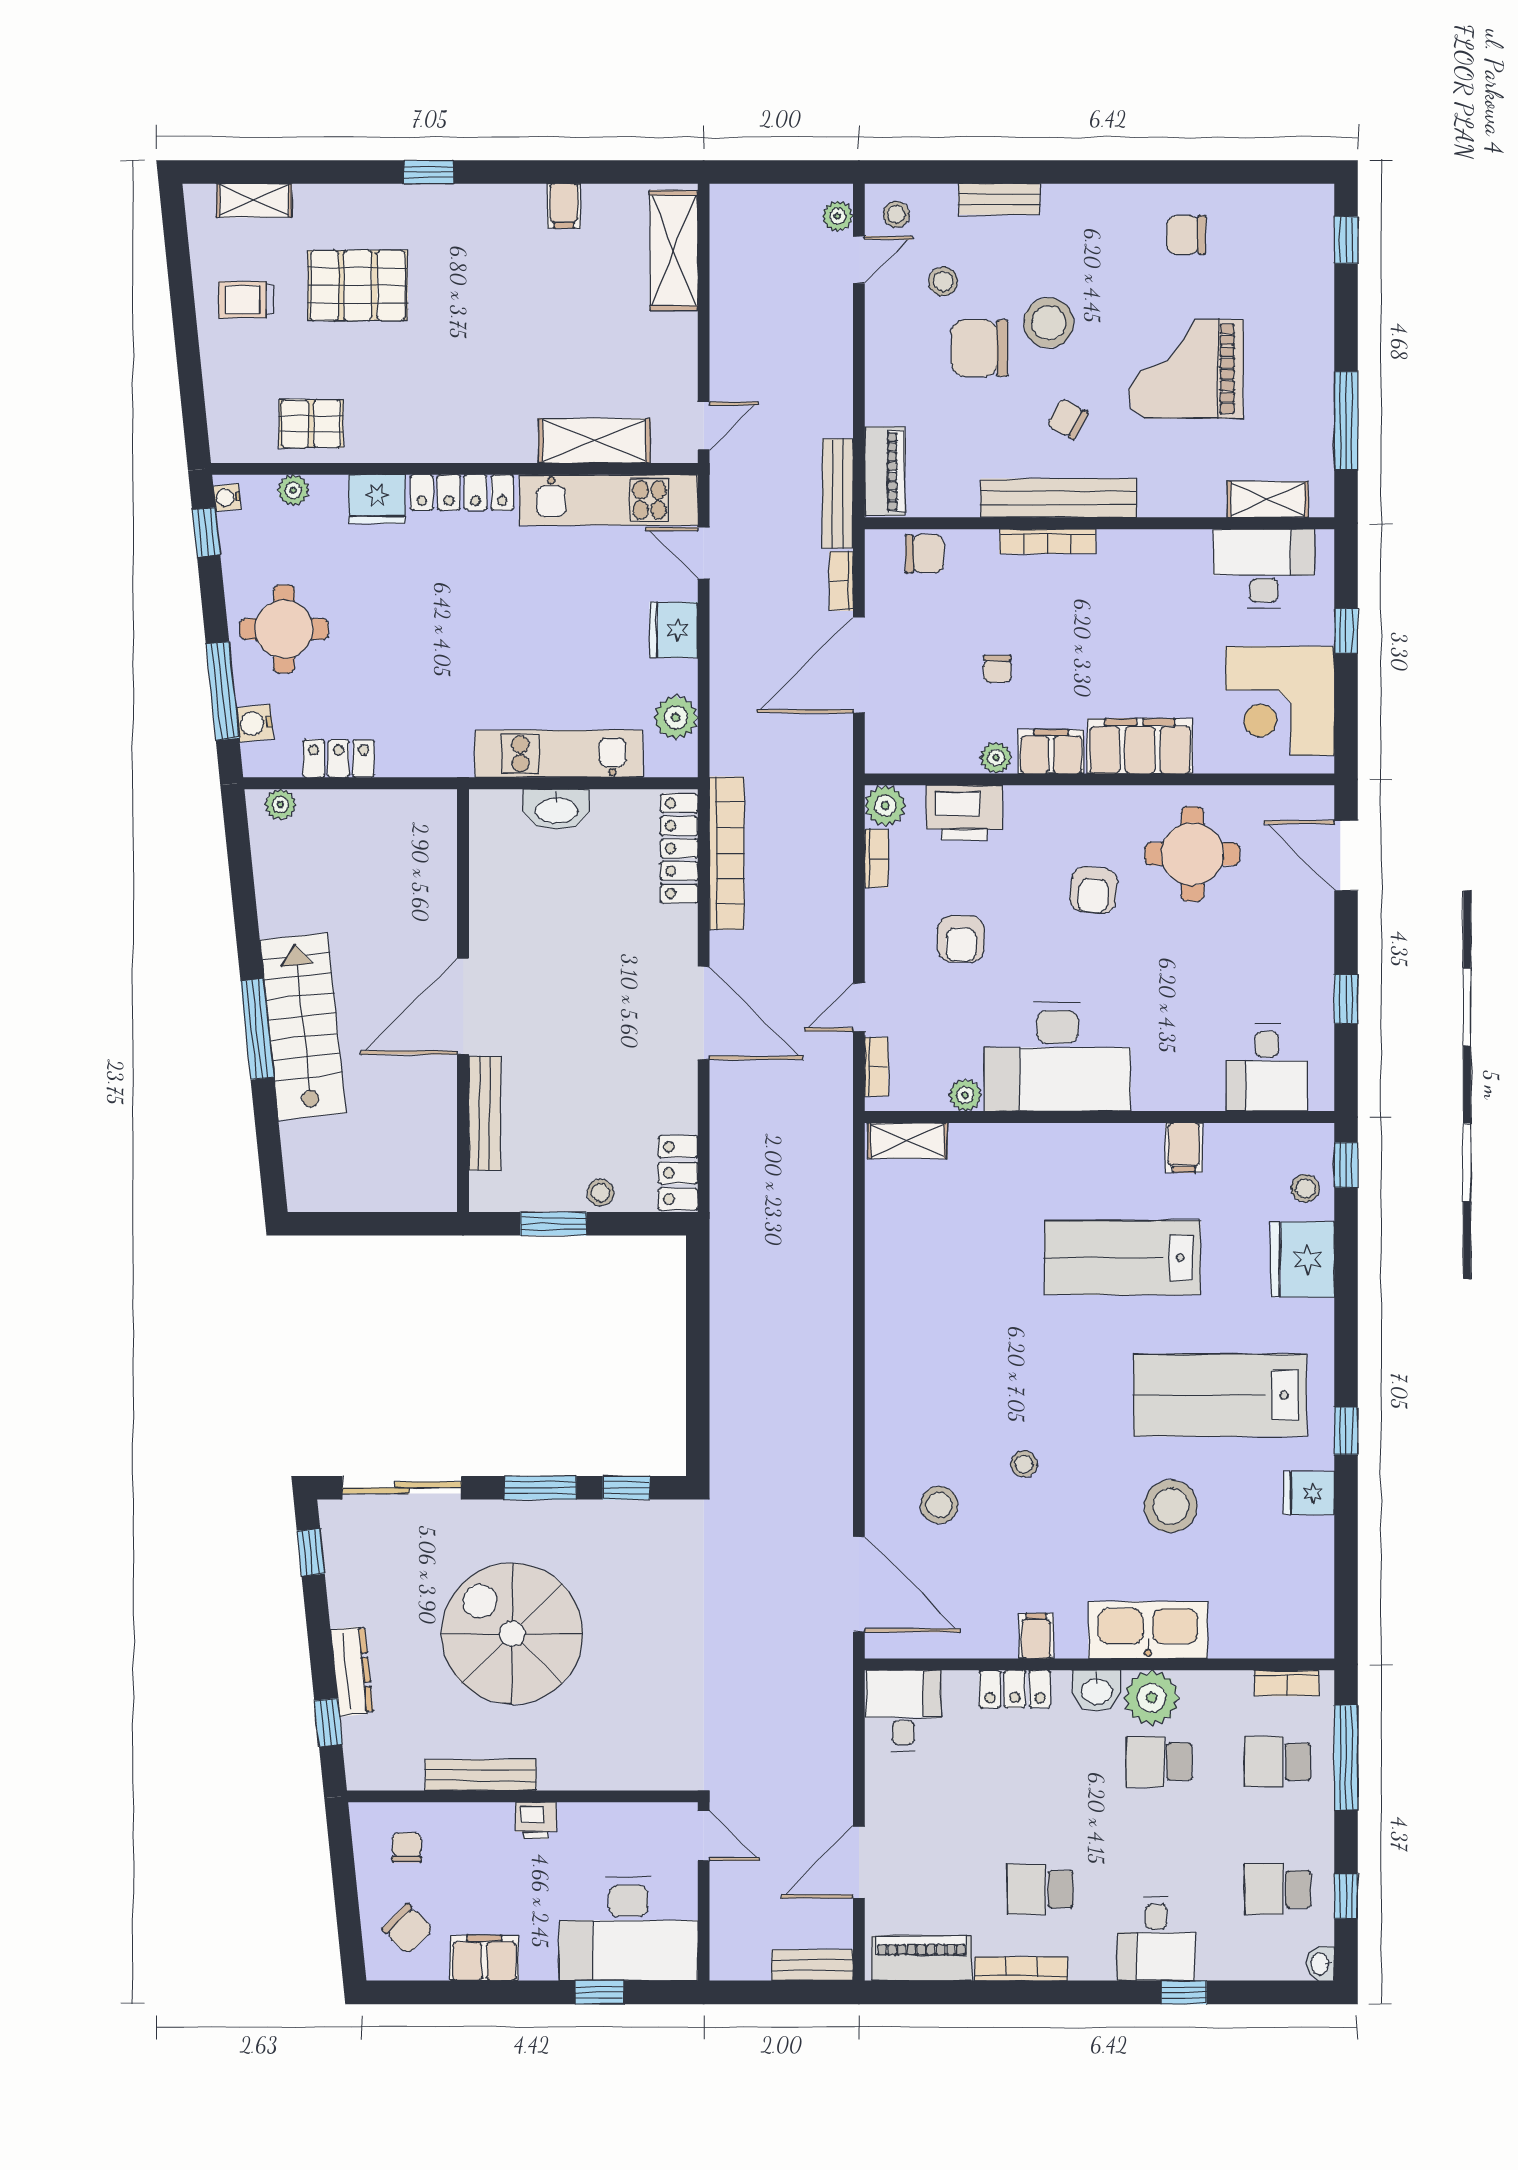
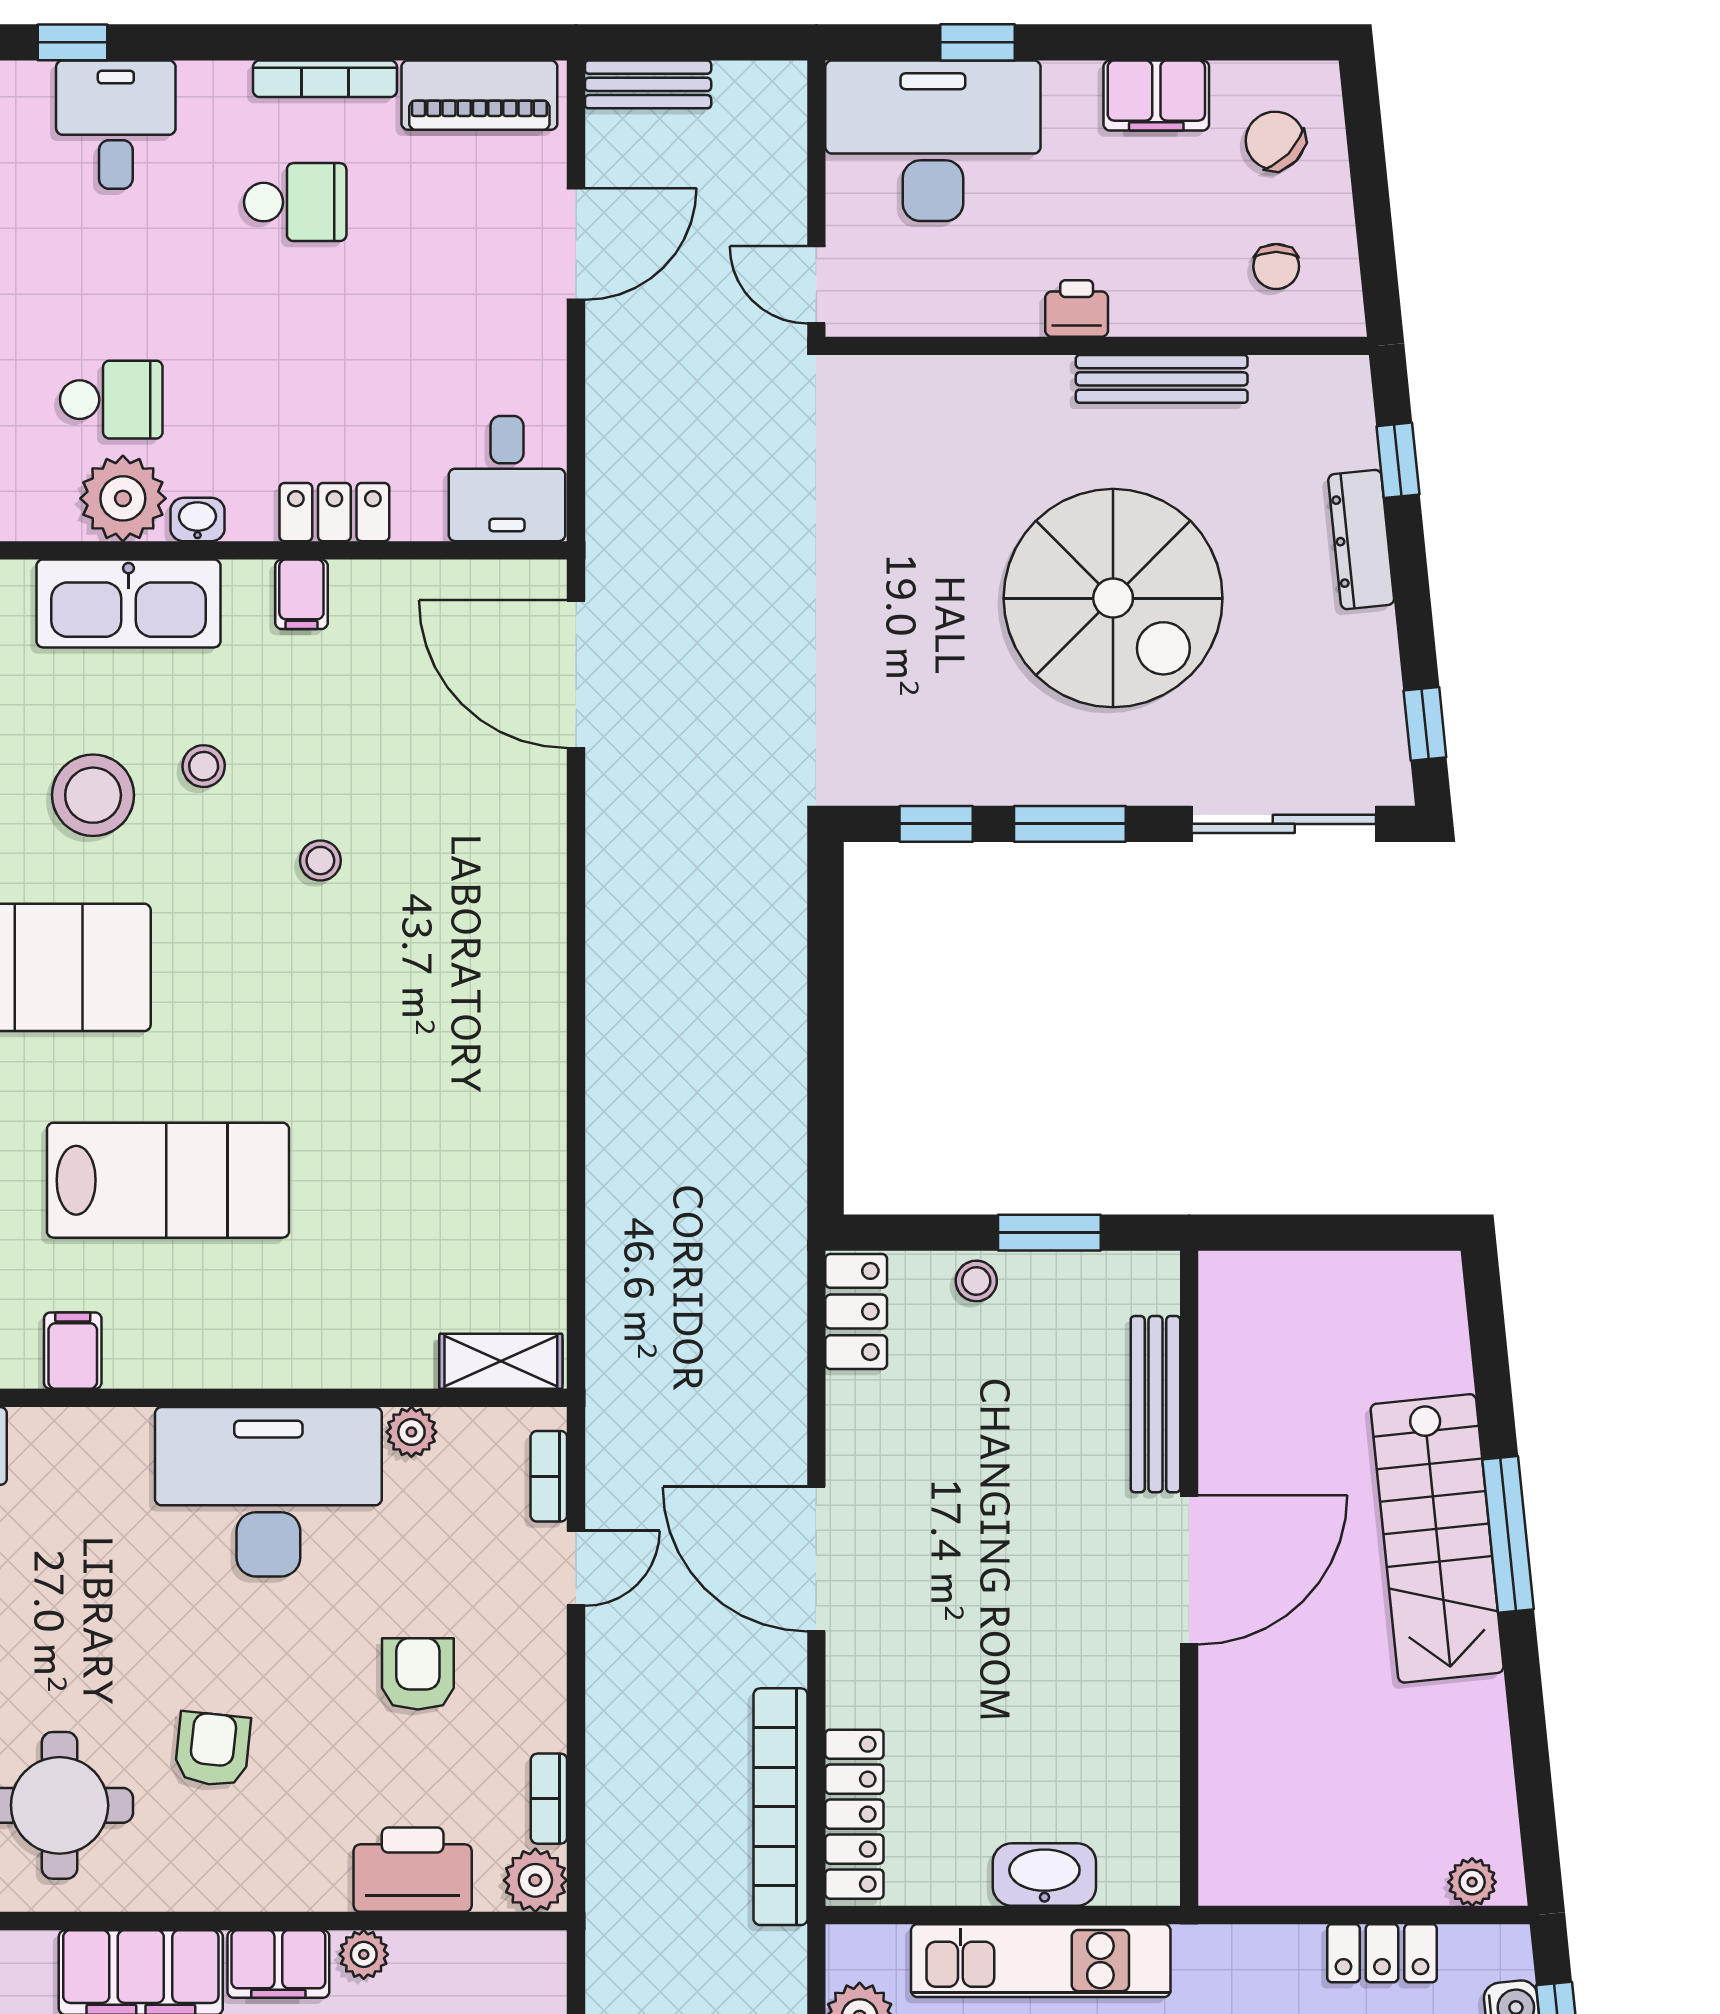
stool: (939, 1505) -> (204, 766), moved, width x0.73, depth x0.73
washbasin: (1097, 1691) -> (197, 520), width x0.72, depth x0.69

